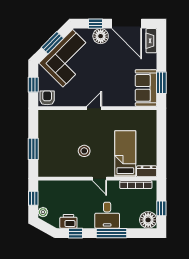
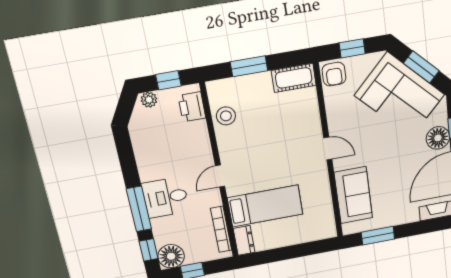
sofa: (146, 88) -> (353, 195), moved, turned 90
armchair: (47, 98) -> (334, 74), turned 90
cot: (45, 123) -> (294, 78), added
stool: (84, 151) -> (226, 116), moved
printer: (68, 221) -> (192, 107), moved, turned 180
window: (75, 233) -> (149, 250), moved

